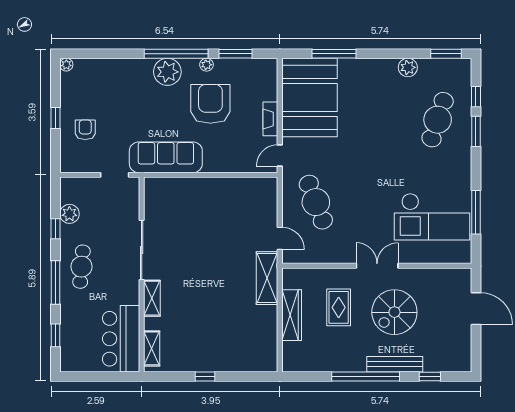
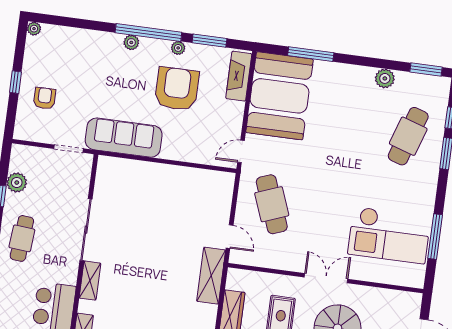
plant: (167, 72) -> (131, 42), width x0.53, depth x0.53
fireplace: (270, 119) -> (239, 76), moved, width x1.37, depth x1.32

